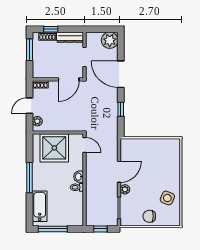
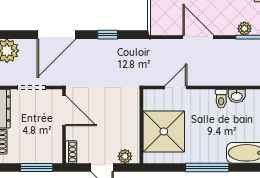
window: (30, 50) -> (37, 167), moved
door: (84, 145) -> (176, 88), moved
washbasin: (79, 177) -> (237, 96), moved
plant: (125, 189) -> (244, 29), moved

